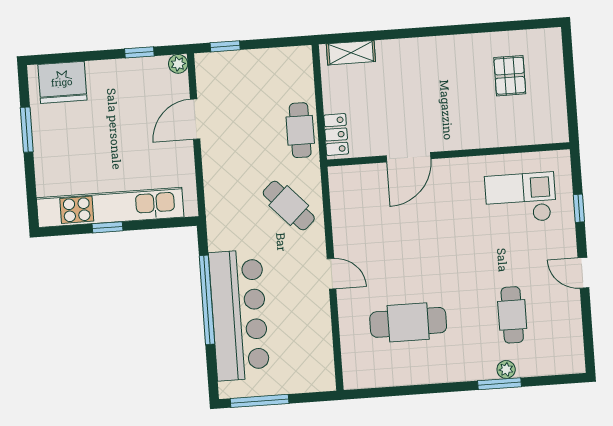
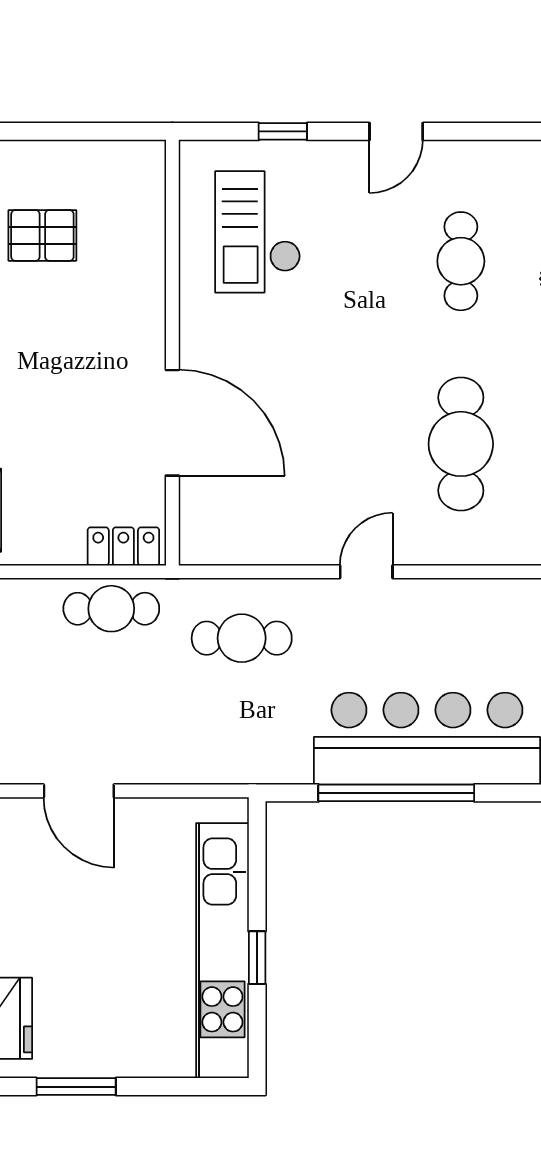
door: (409, 157) -> (172, 423), width x1.36
cafe table: (289, 206) -> (242, 638), turned 43
cafe table: (512, 315) -> (461, 261), turned 90

